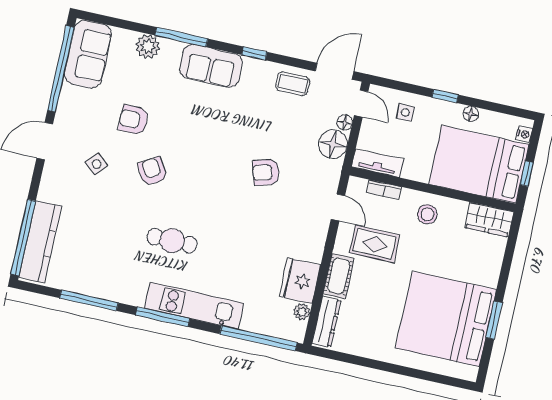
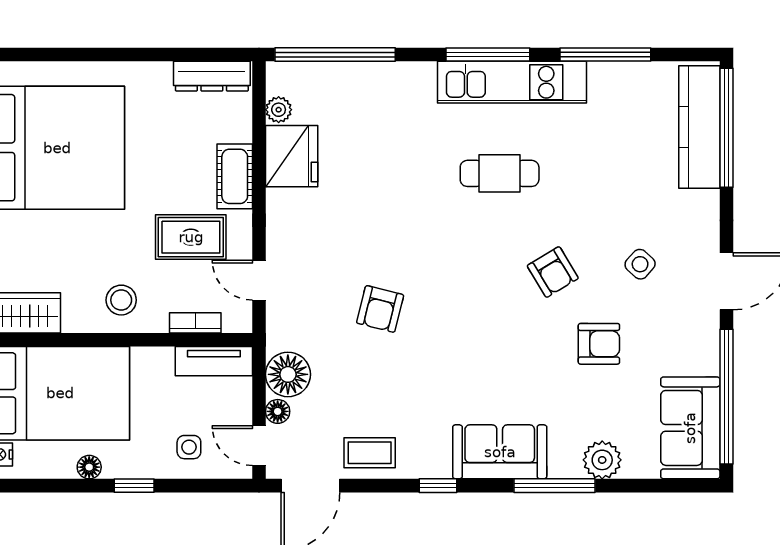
armchair: (266, 172) -> (380, 309), turned 120
kitchen unit: (194, 306) -> (512, 82), moved
dresser: (327, 322) -> (212, 76), moved, turned -90

